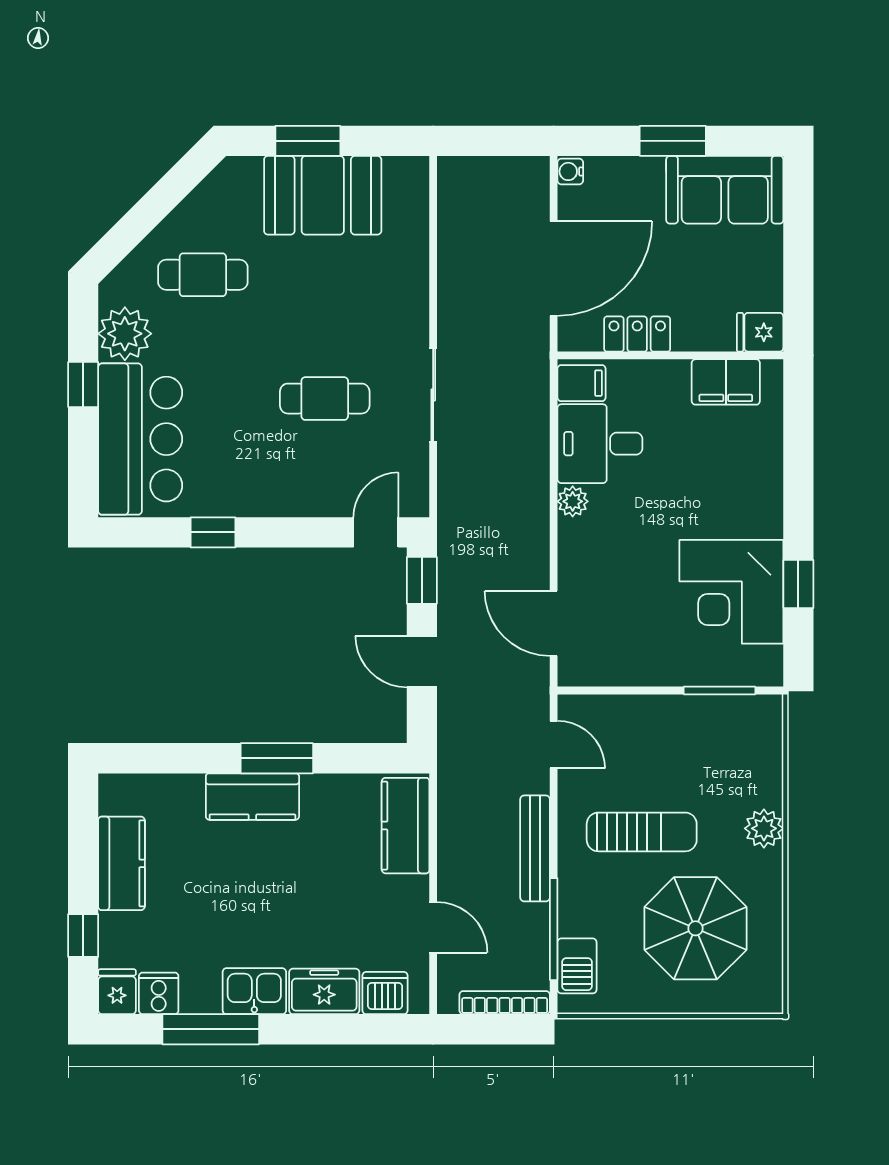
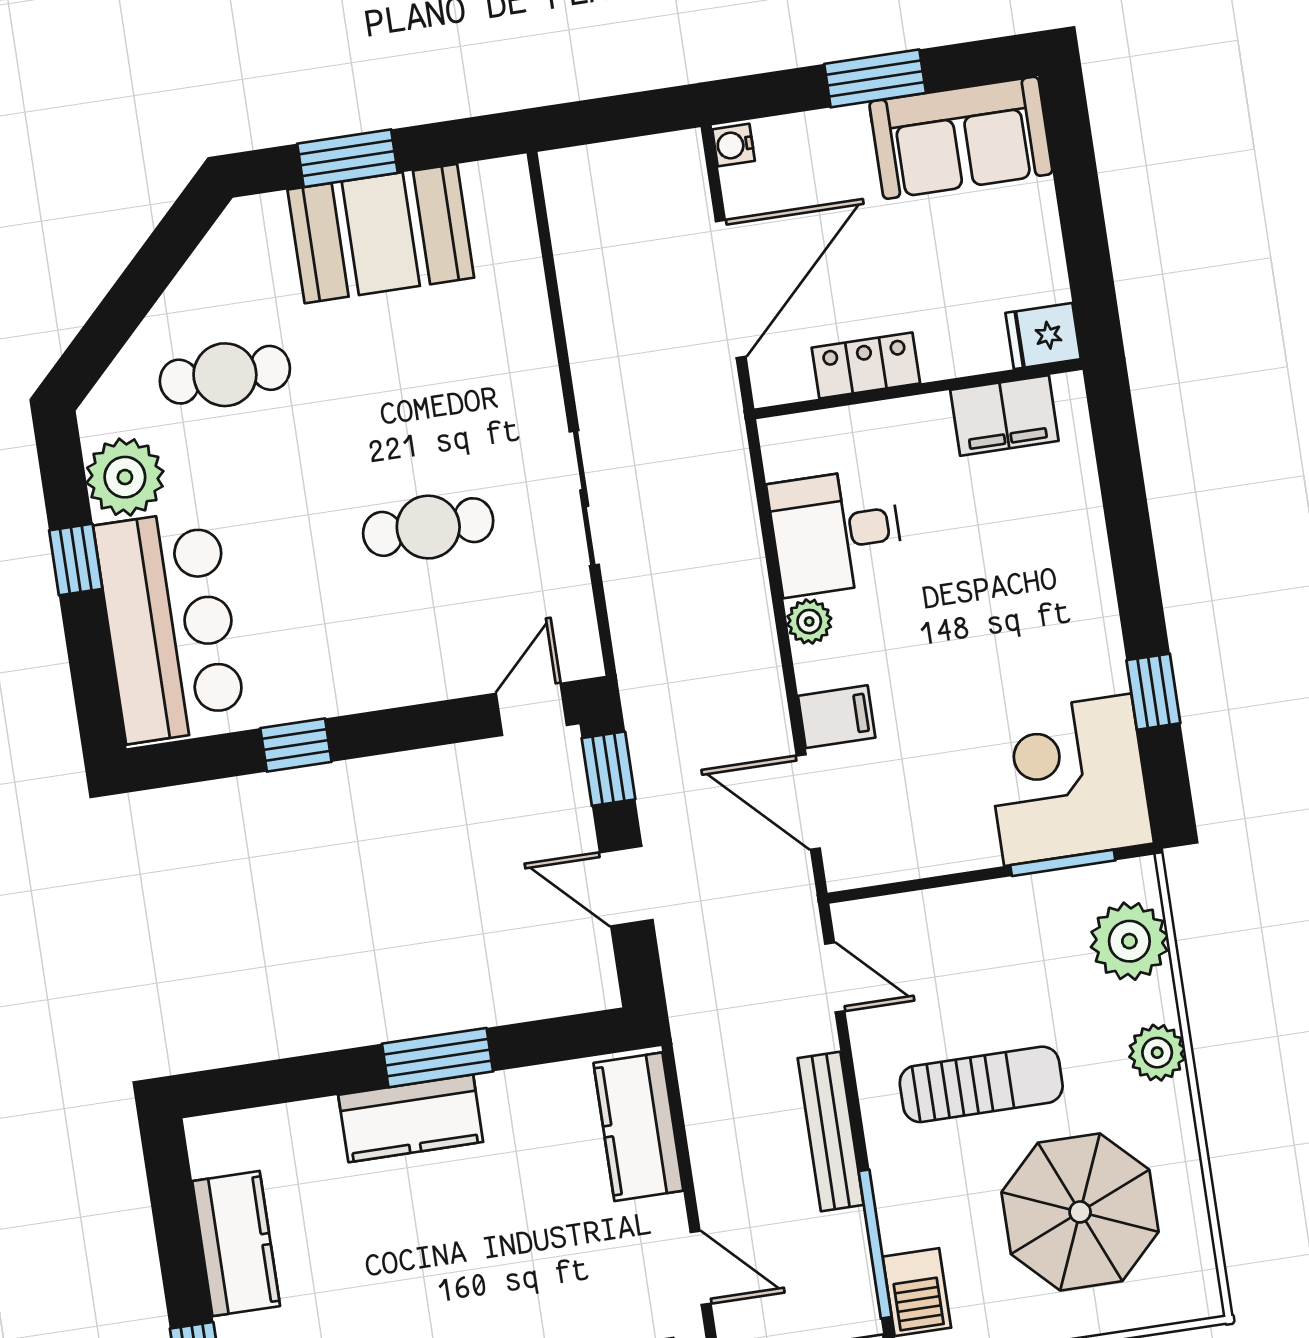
filing cabinet: (582, 383) -> (837, 717), moved
corner desk: (731, 592) -> (1068, 780), moved, turned 90
plant: (757, 750) -> (1129, 941), added

